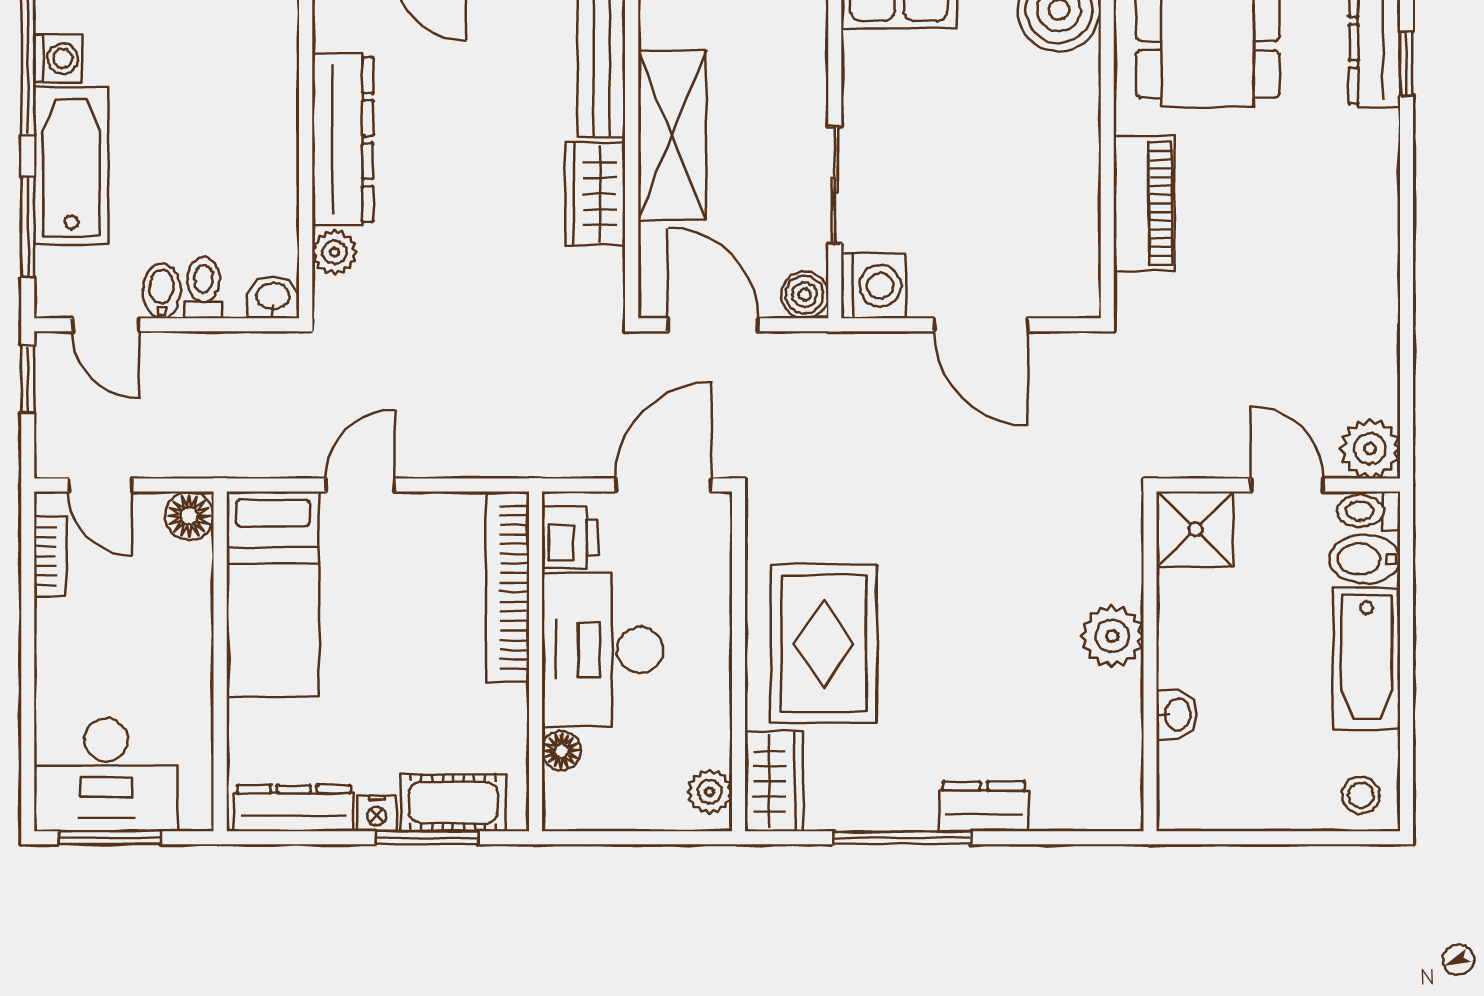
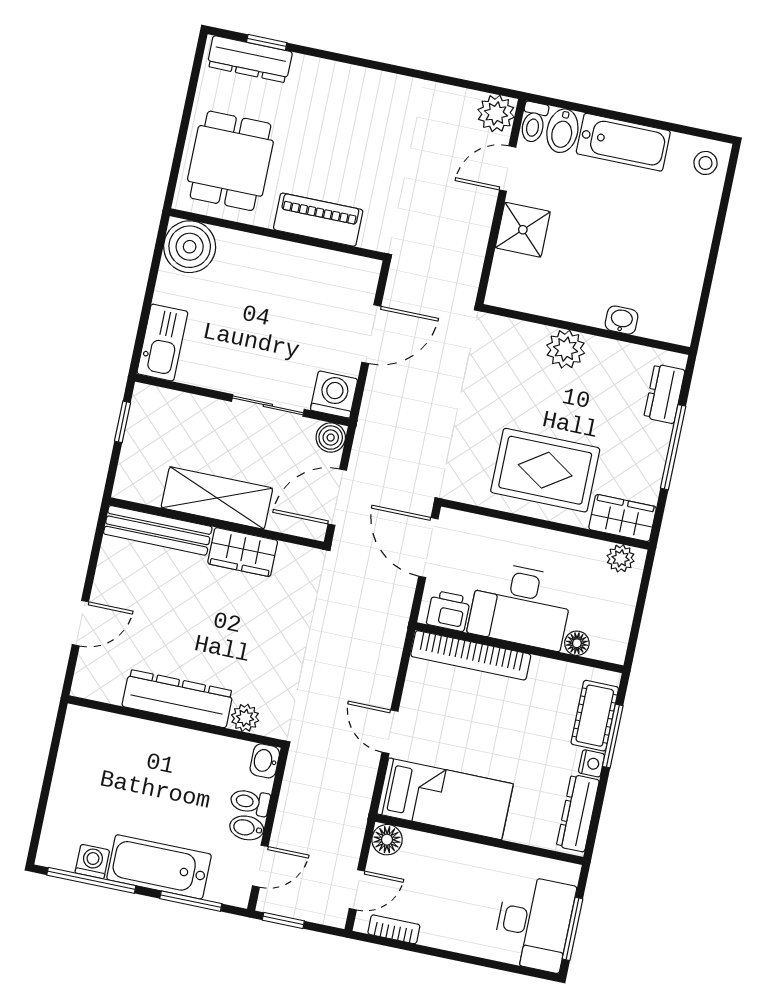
plant: (1112, 636) -> (566, 349), moved
wall: (1150, 661) -> (586, 329), moved
washbasin: (1176, 715) -> (622, 320), moved

